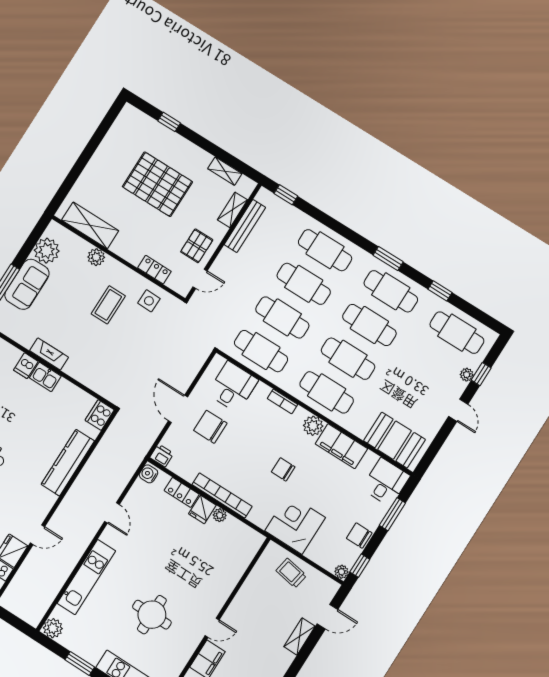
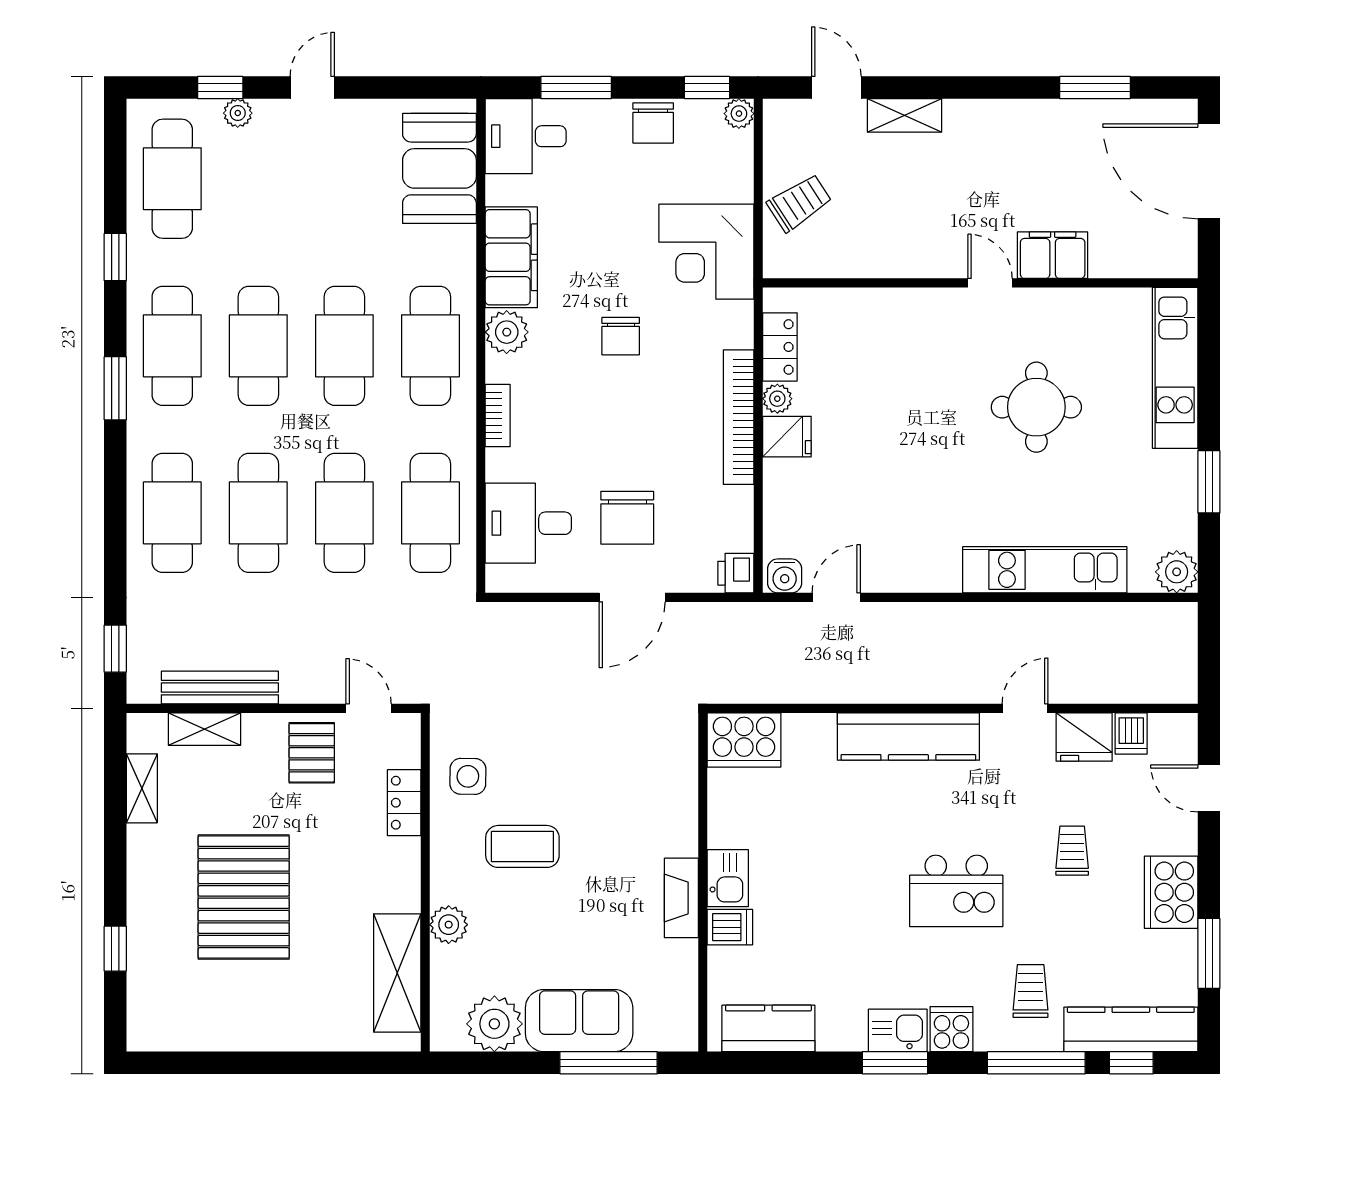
pallet: (197, 246) -> (312, 753), turned 90
cooker: (100, 415) -> (744, 740), width x1.37, depth x1.31
kitchen counter: (68, 463) -> (908, 737), moved
locker: (182, 492) -> (780, 347), moved
door: (112, 513) -> (836, 597), moved
door: (37, 535) -> (1025, 708), hinge flipped
trolley: (291, 573) -> (799, 203), turned -133

